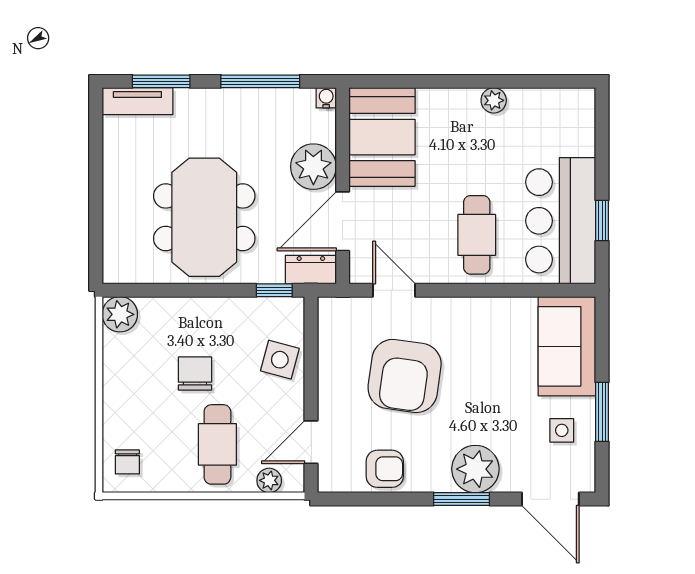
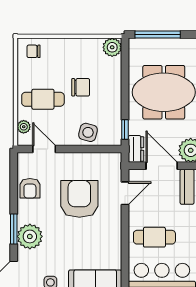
window: (96, 229) -> (158, 35), added
armchair: (405, 376) -> (79, 199), turned 82

